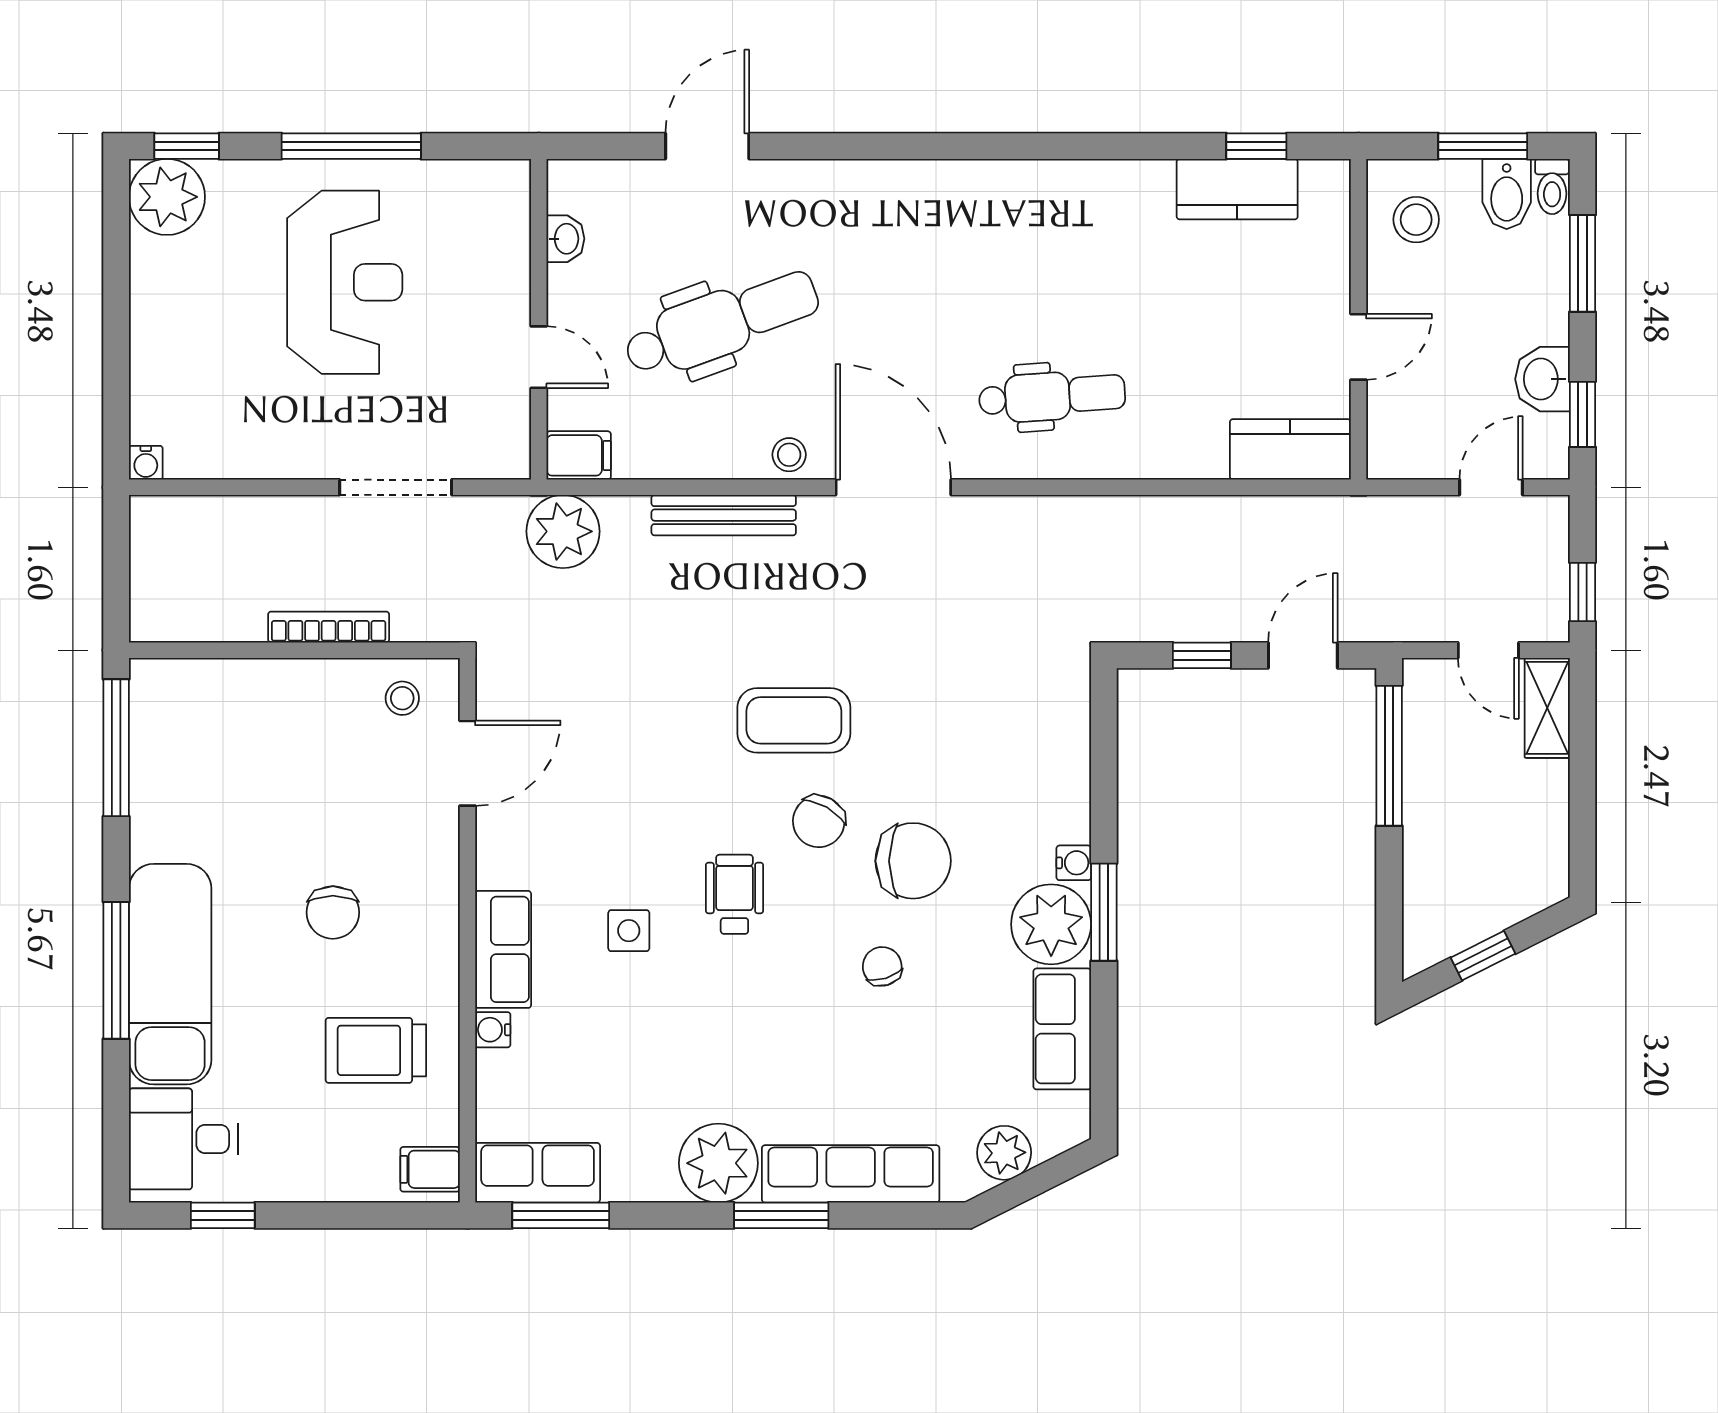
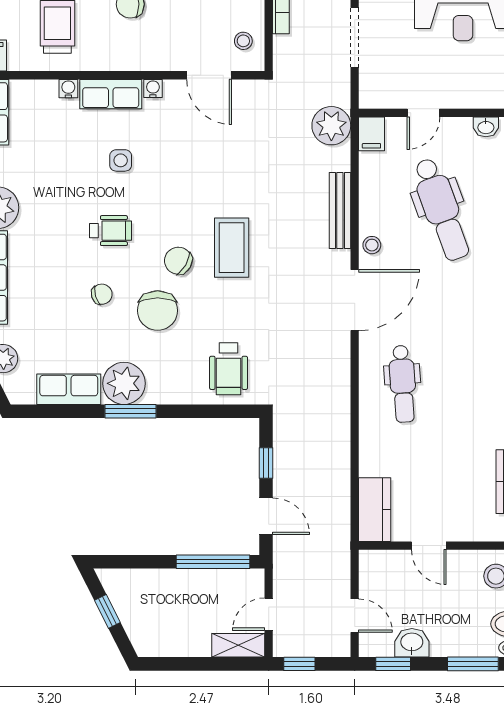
wheelchair: (1023, 726) -> (229, 369), added
water cooler: (1074, 863) -> (153, 88), moved, turned 180
wheelchair: (734, 894) -> (111, 231), moved

